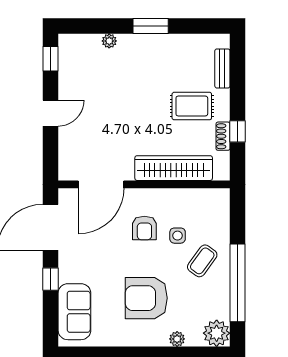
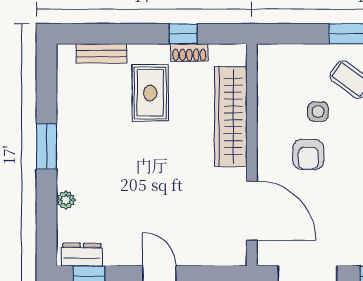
dresser: (67, 53) -> (82, 255), added
armchair: (144, 228) -> (308, 154), turned 90

